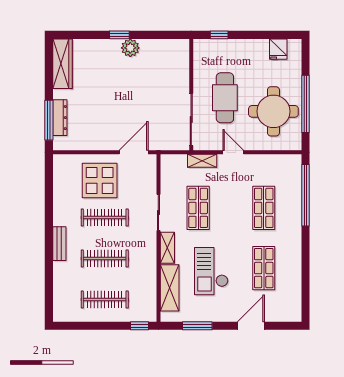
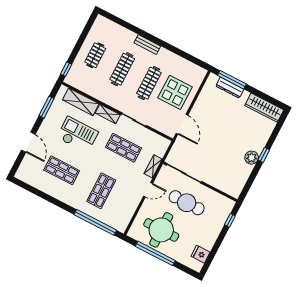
shop shelf: (264, 208) -> (101, 191), turned 90
clothes rail: (105, 299) -> (95, 55), width x0.73

